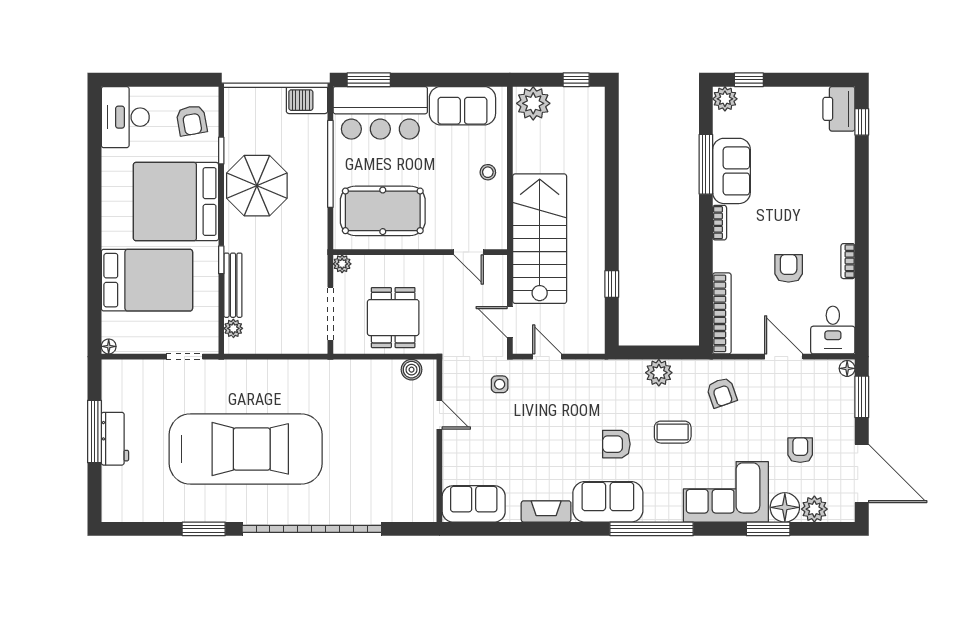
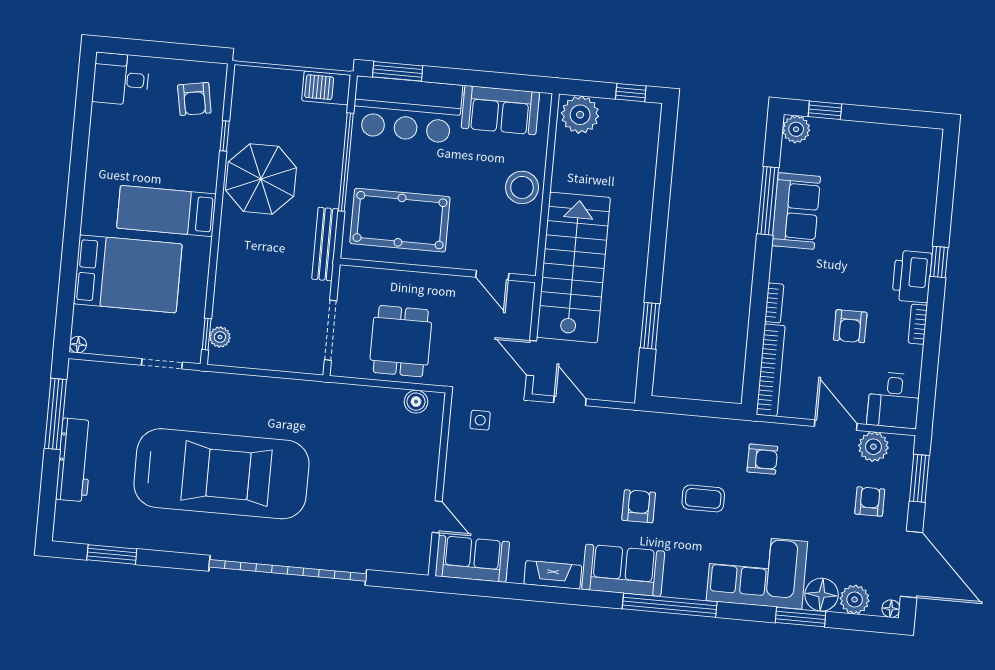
printer: (839, 109) -> (912, 277), moved
desk: (125, 117) -> (121, 79), width x0.73
window: (862, 122) -> (939, 262), moved
stool: (488, 172) -> (522, 187), width x1.89, depth x1.89
bed: (176, 202) -> (166, 211), width x0.49
bookcase: (720, 223) -> (774, 303), moved
window: (221, 260) -> (207, 334), moved
plant: (342, 264) -> (349, 275), removed
armchair: (789, 268) -> (850, 326), turned 180
window: (612, 284) -> (650, 326), width x1.50
bench: (233, 285) -> (325, 244), moved
floor lamp: (847, 368) -> (891, 609), moved
plant: (659, 373) -> (873, 447), moved
side table: (500, 384) -> (480, 420), moved
armchair: (722, 393) -> (762, 459), turned -71
door: (439, 415) -> (437, 517), moved
window: (94, 431) -> (56, 414), moved
workbench: (115, 439) -> (74, 460), width x1.38
armchair: (616, 444) -> (639, 506), turned 90
armchair: (800, 450) -> (870, 502), moved
window: (204, 529) -> (112, 554), moved

